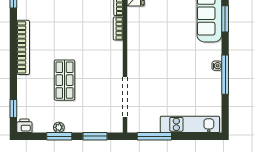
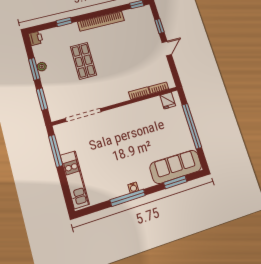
shop shelf: (64, 80) -> (83, 61), turned 90
window: (13, 108) -> (64, 22), moved

